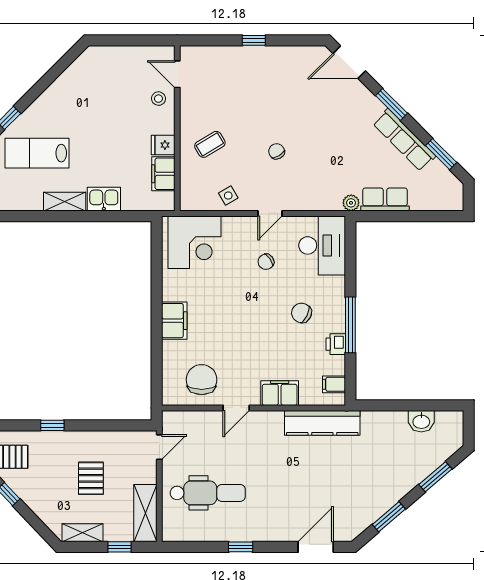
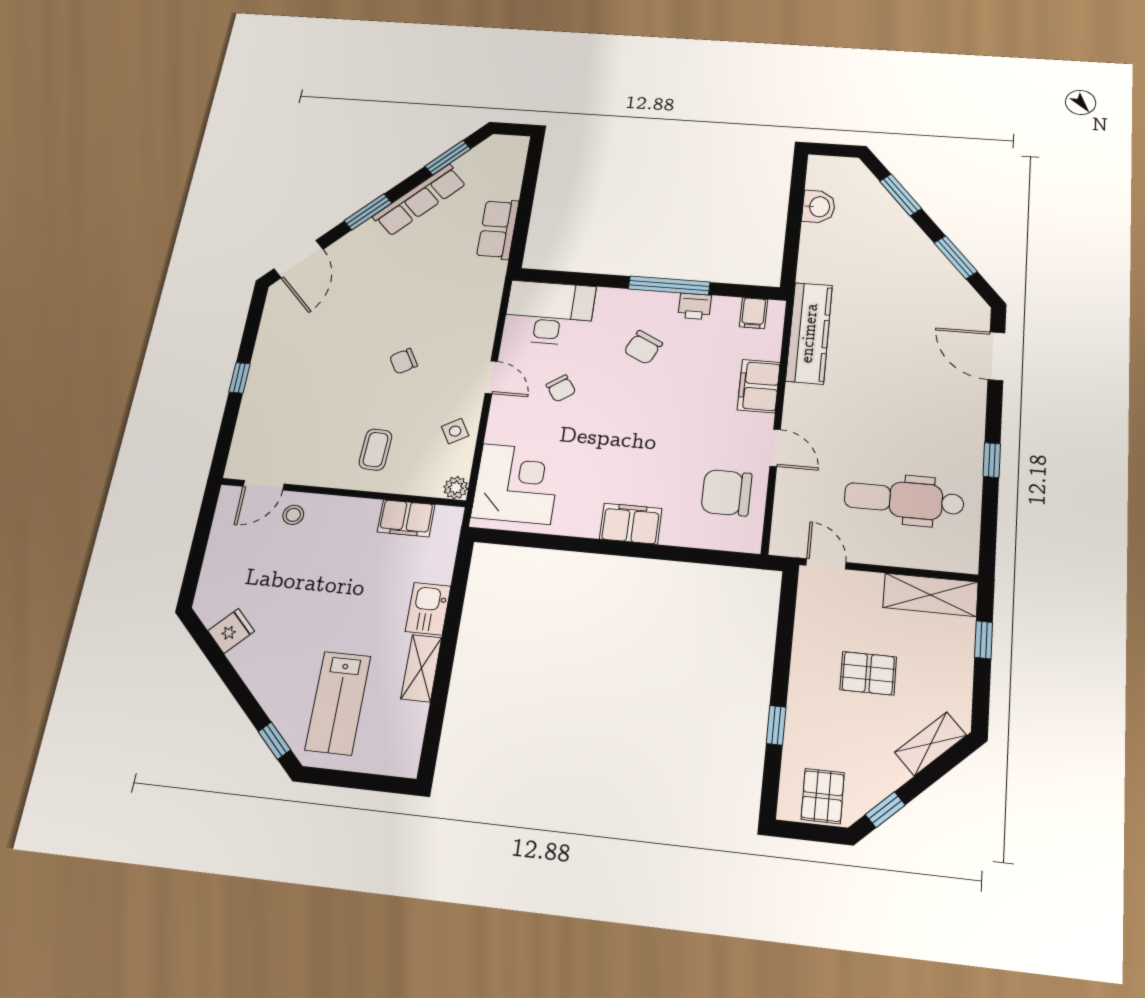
coffee table: (210, 144) -> (375, 450), turned 34
fridge: (163, 145) -> (231, 631), moved, turned -135
plant: (351, 203) -> (456, 488), moved
dental chair: (208, 493) -> (904, 500), turned -90
shelving: (83, 533) -> (931, 744), moved, turned 46

